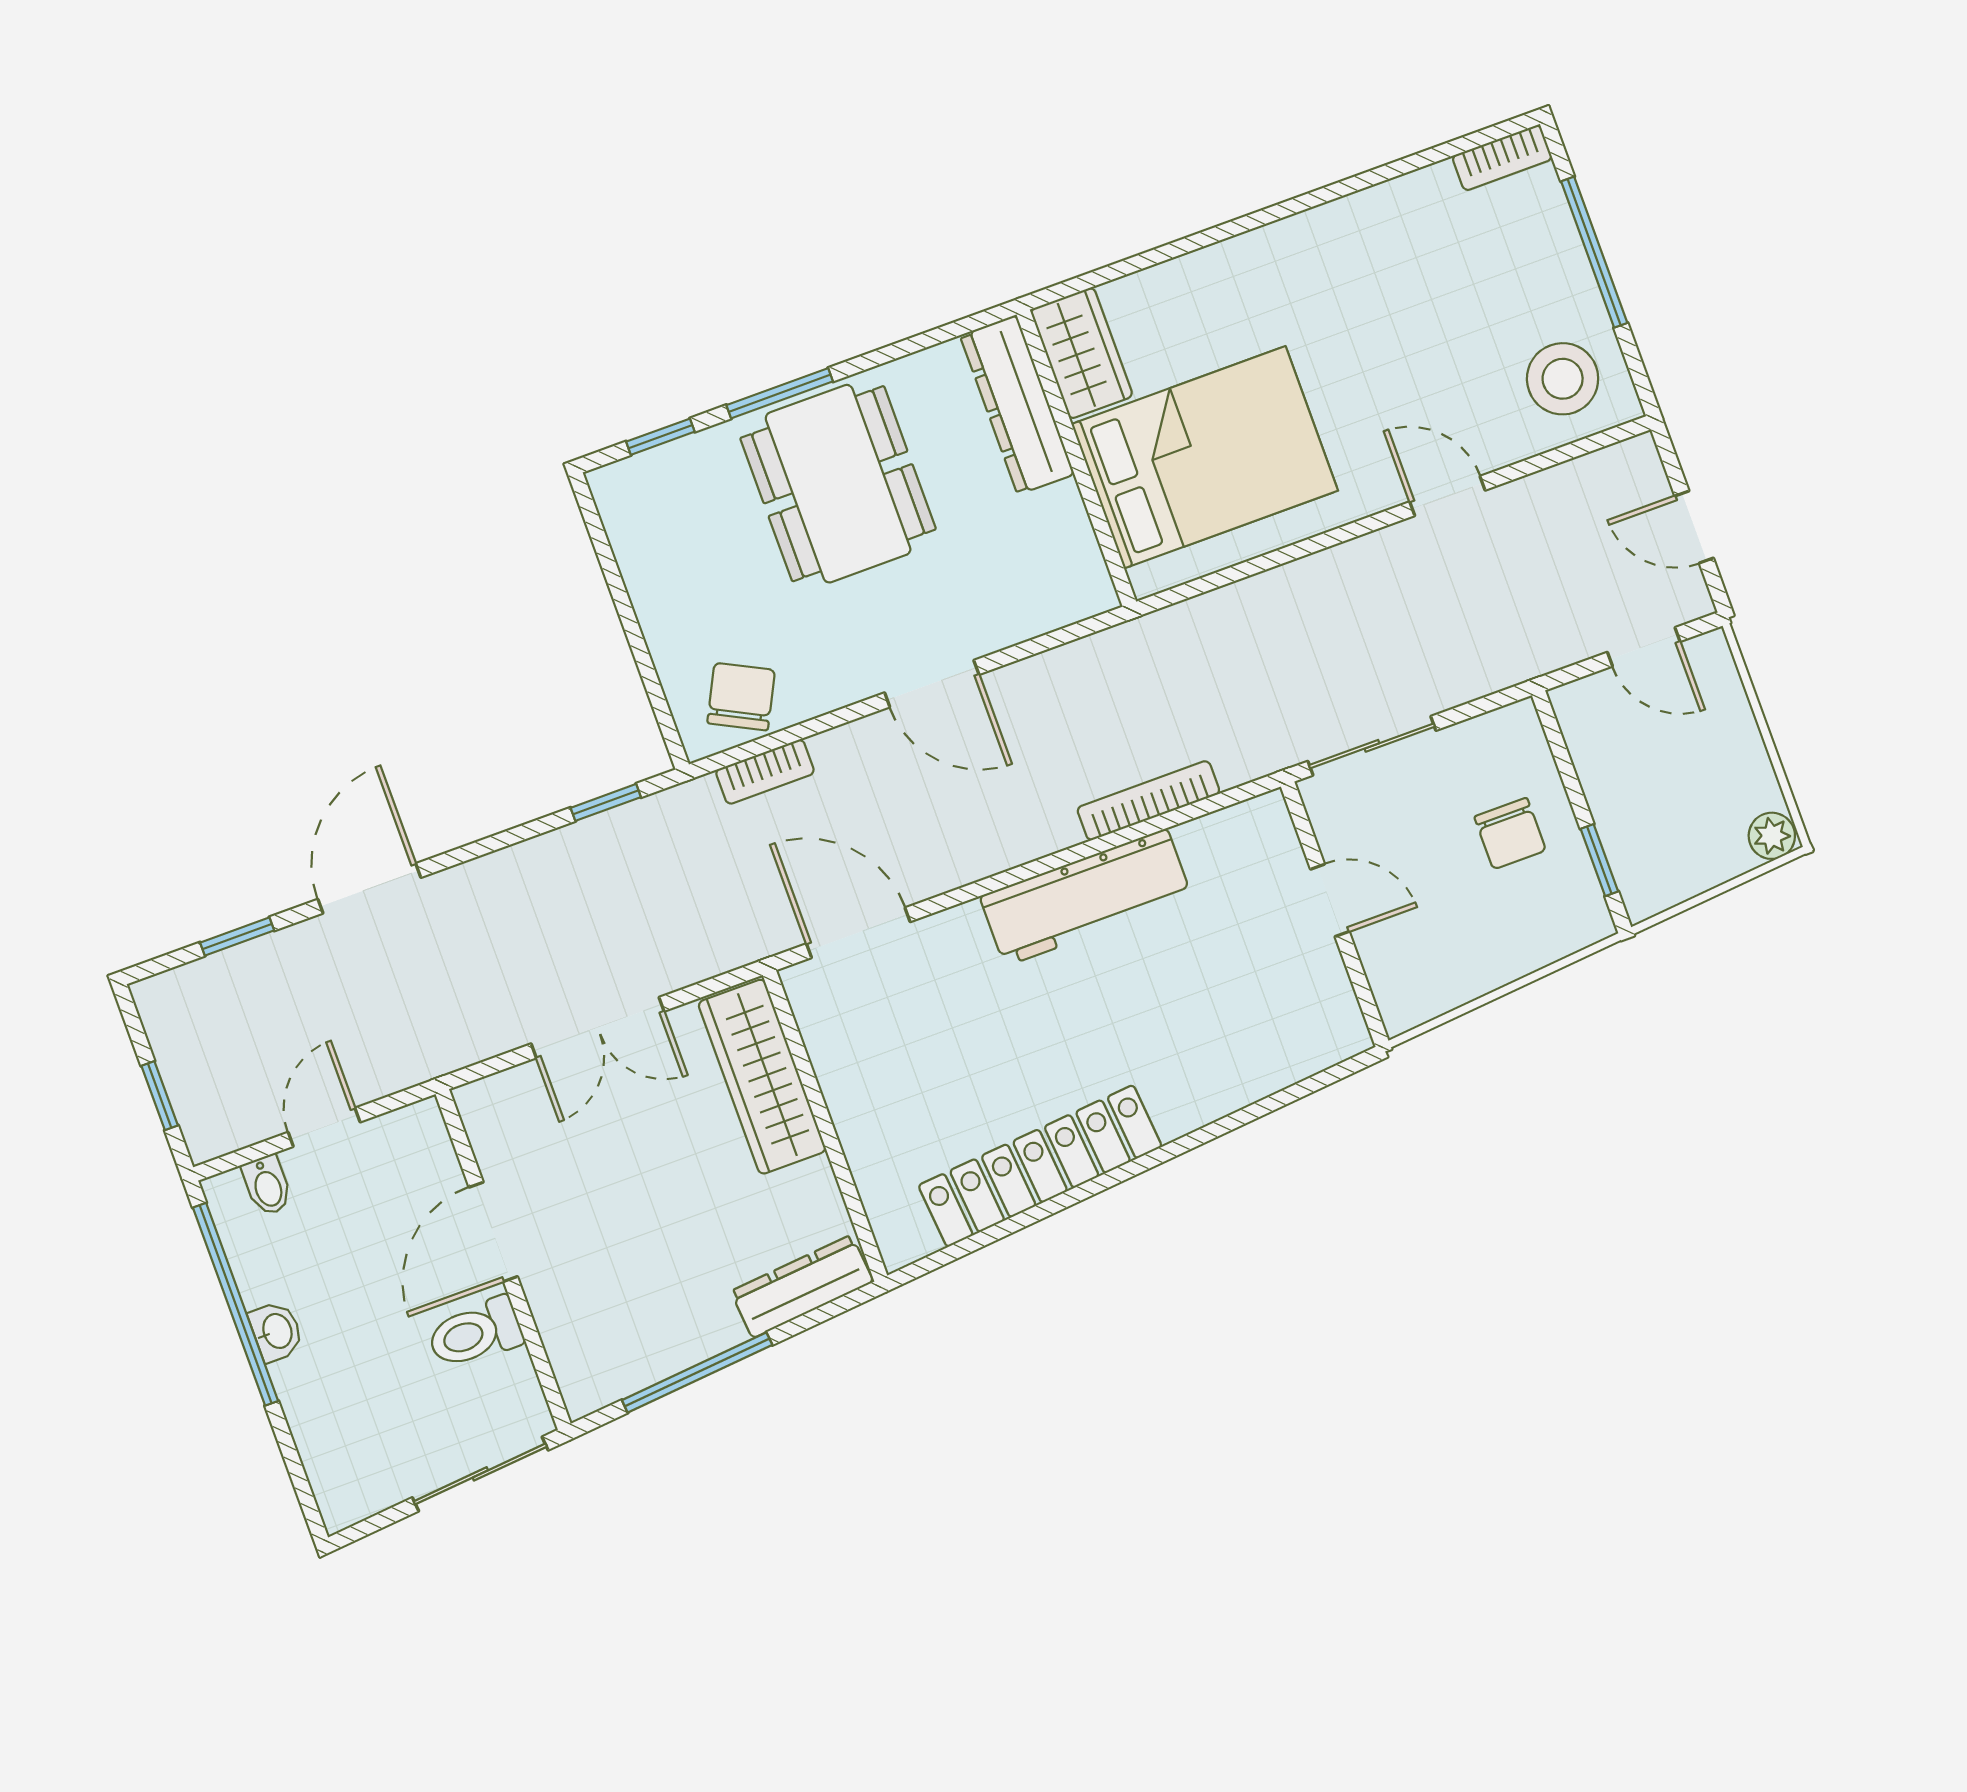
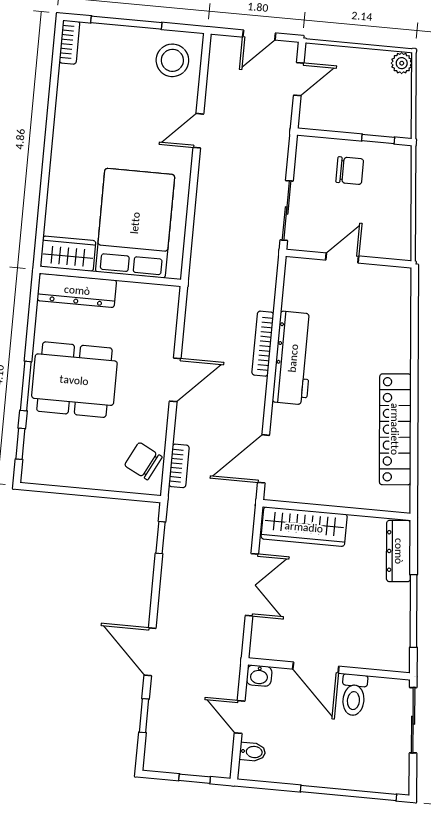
bookcase: (1148, 801) -> (263, 344), moved
window: (236, 1304) -> (348, 793), moved
washbasin: (276, 1331) -> (259, 676), moved, turned 180

